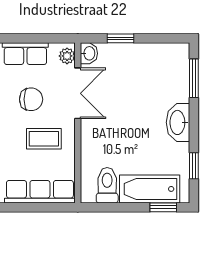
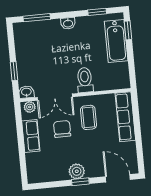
double door: (78, 93) -> (55, 97), swing flipped
washbasin: (178, 122) -> (68, 23), width x0.52, depth x0.69
toilet: (107, 185) -> (85, 80), moved, turned 90

